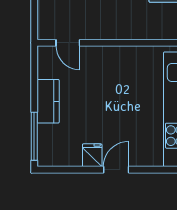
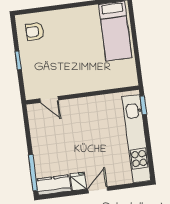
kitchen counter: (48, 101) -> (54, 185), moved, turned -90

